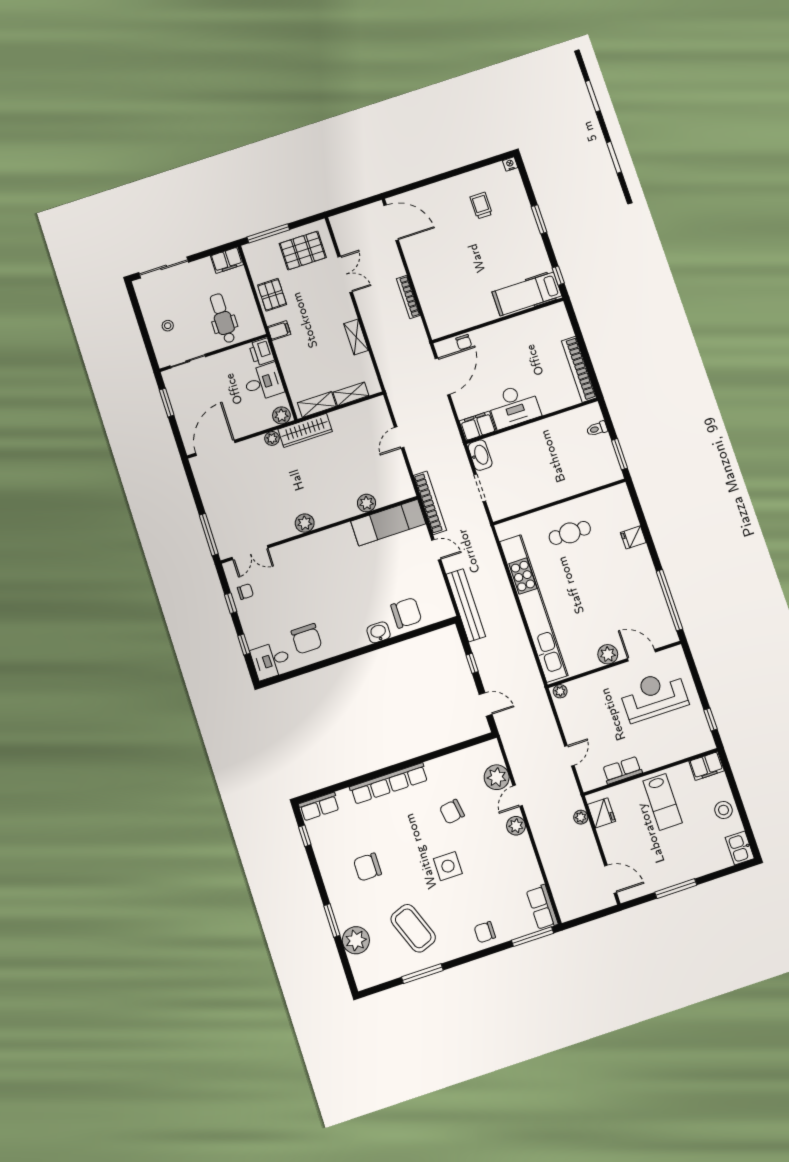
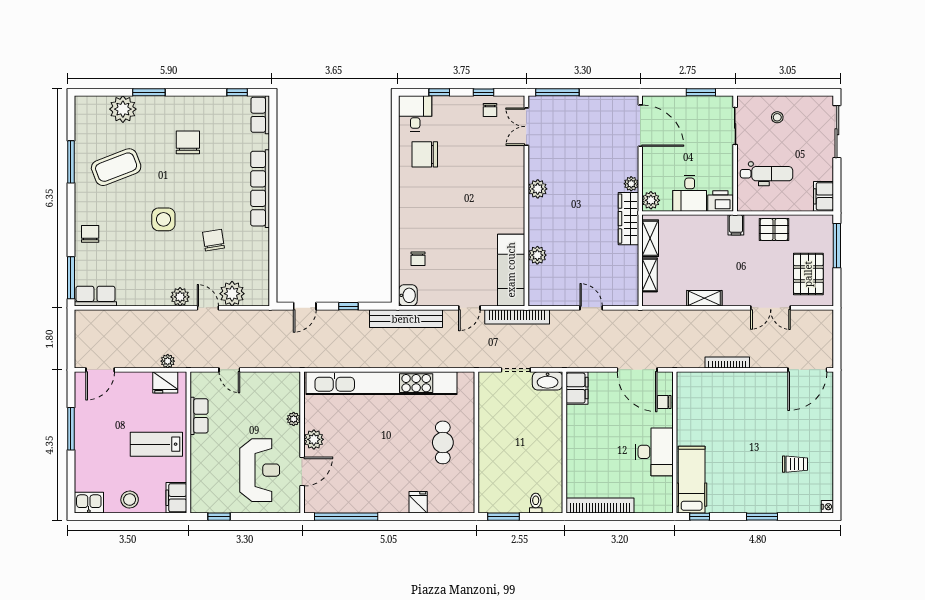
desk: (514, 406) -> (654, 452), moved, turned 180
chair: (406, 613) -> (418, 259), width x0.54, depth x0.54
washbasin: (379, 632) -> (408, 295), moved
plant: (560, 691) -> (294, 419), moved

